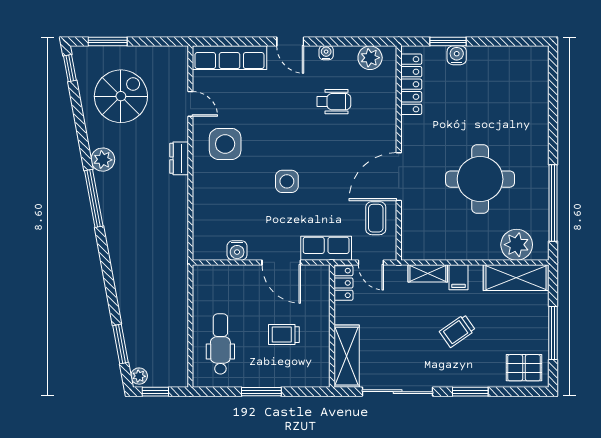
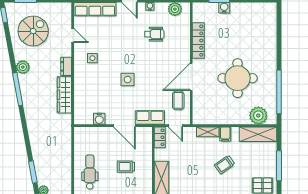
locker: (411, 84) -> (198, 41), moved
side table: (225, 144) -> (92, 58), width x0.54, depth x0.54
wardrobe: (176, 208) -> (64, 95), added

